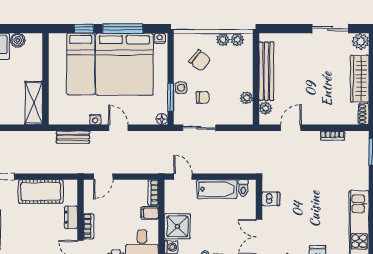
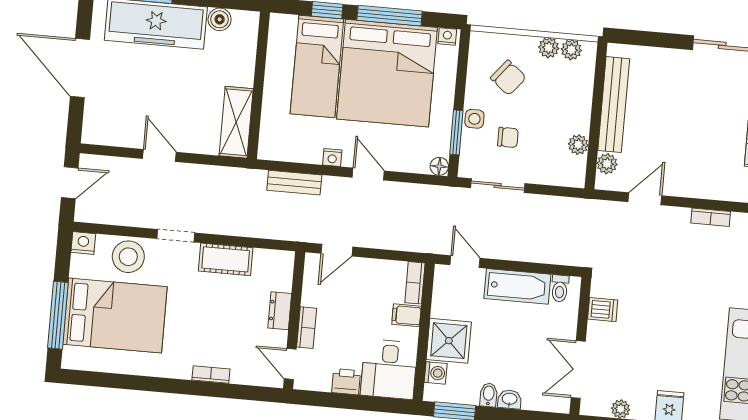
cot: (41, 191) -> (226, 259), width x0.73, depth x0.75

